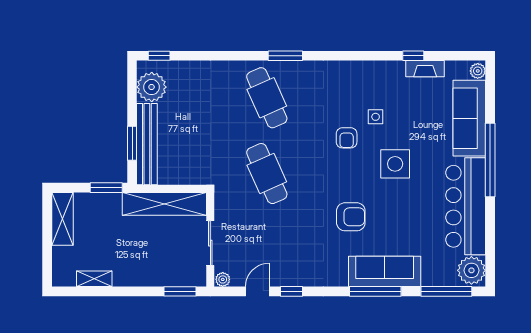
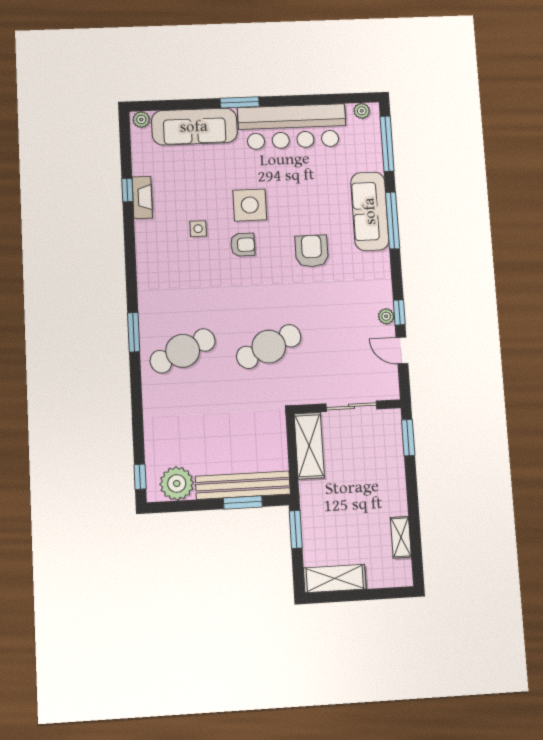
fireplace: (425, 69) -> (142, 197), moved
armchair: (347, 138) -> (243, 245), moved
window: (490, 160) -> (240, 102), width x0.47
shelving: (164, 204) -> (309, 446), width x0.68
plant: (471, 270) -> (362, 111), width x0.53, depth x0.53
plant: (223, 279) -> (386, 316), moved

